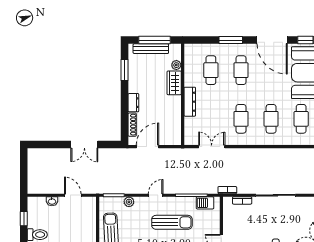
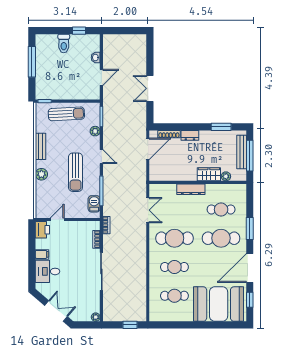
cafe table: (241, 70) -> (221, 238), width x1.37, depth x1.35
cafe table: (241, 119) -> (174, 238), width x1.37, depth x1.35
door: (148, 147) -> (148, 149), hinge flipped

